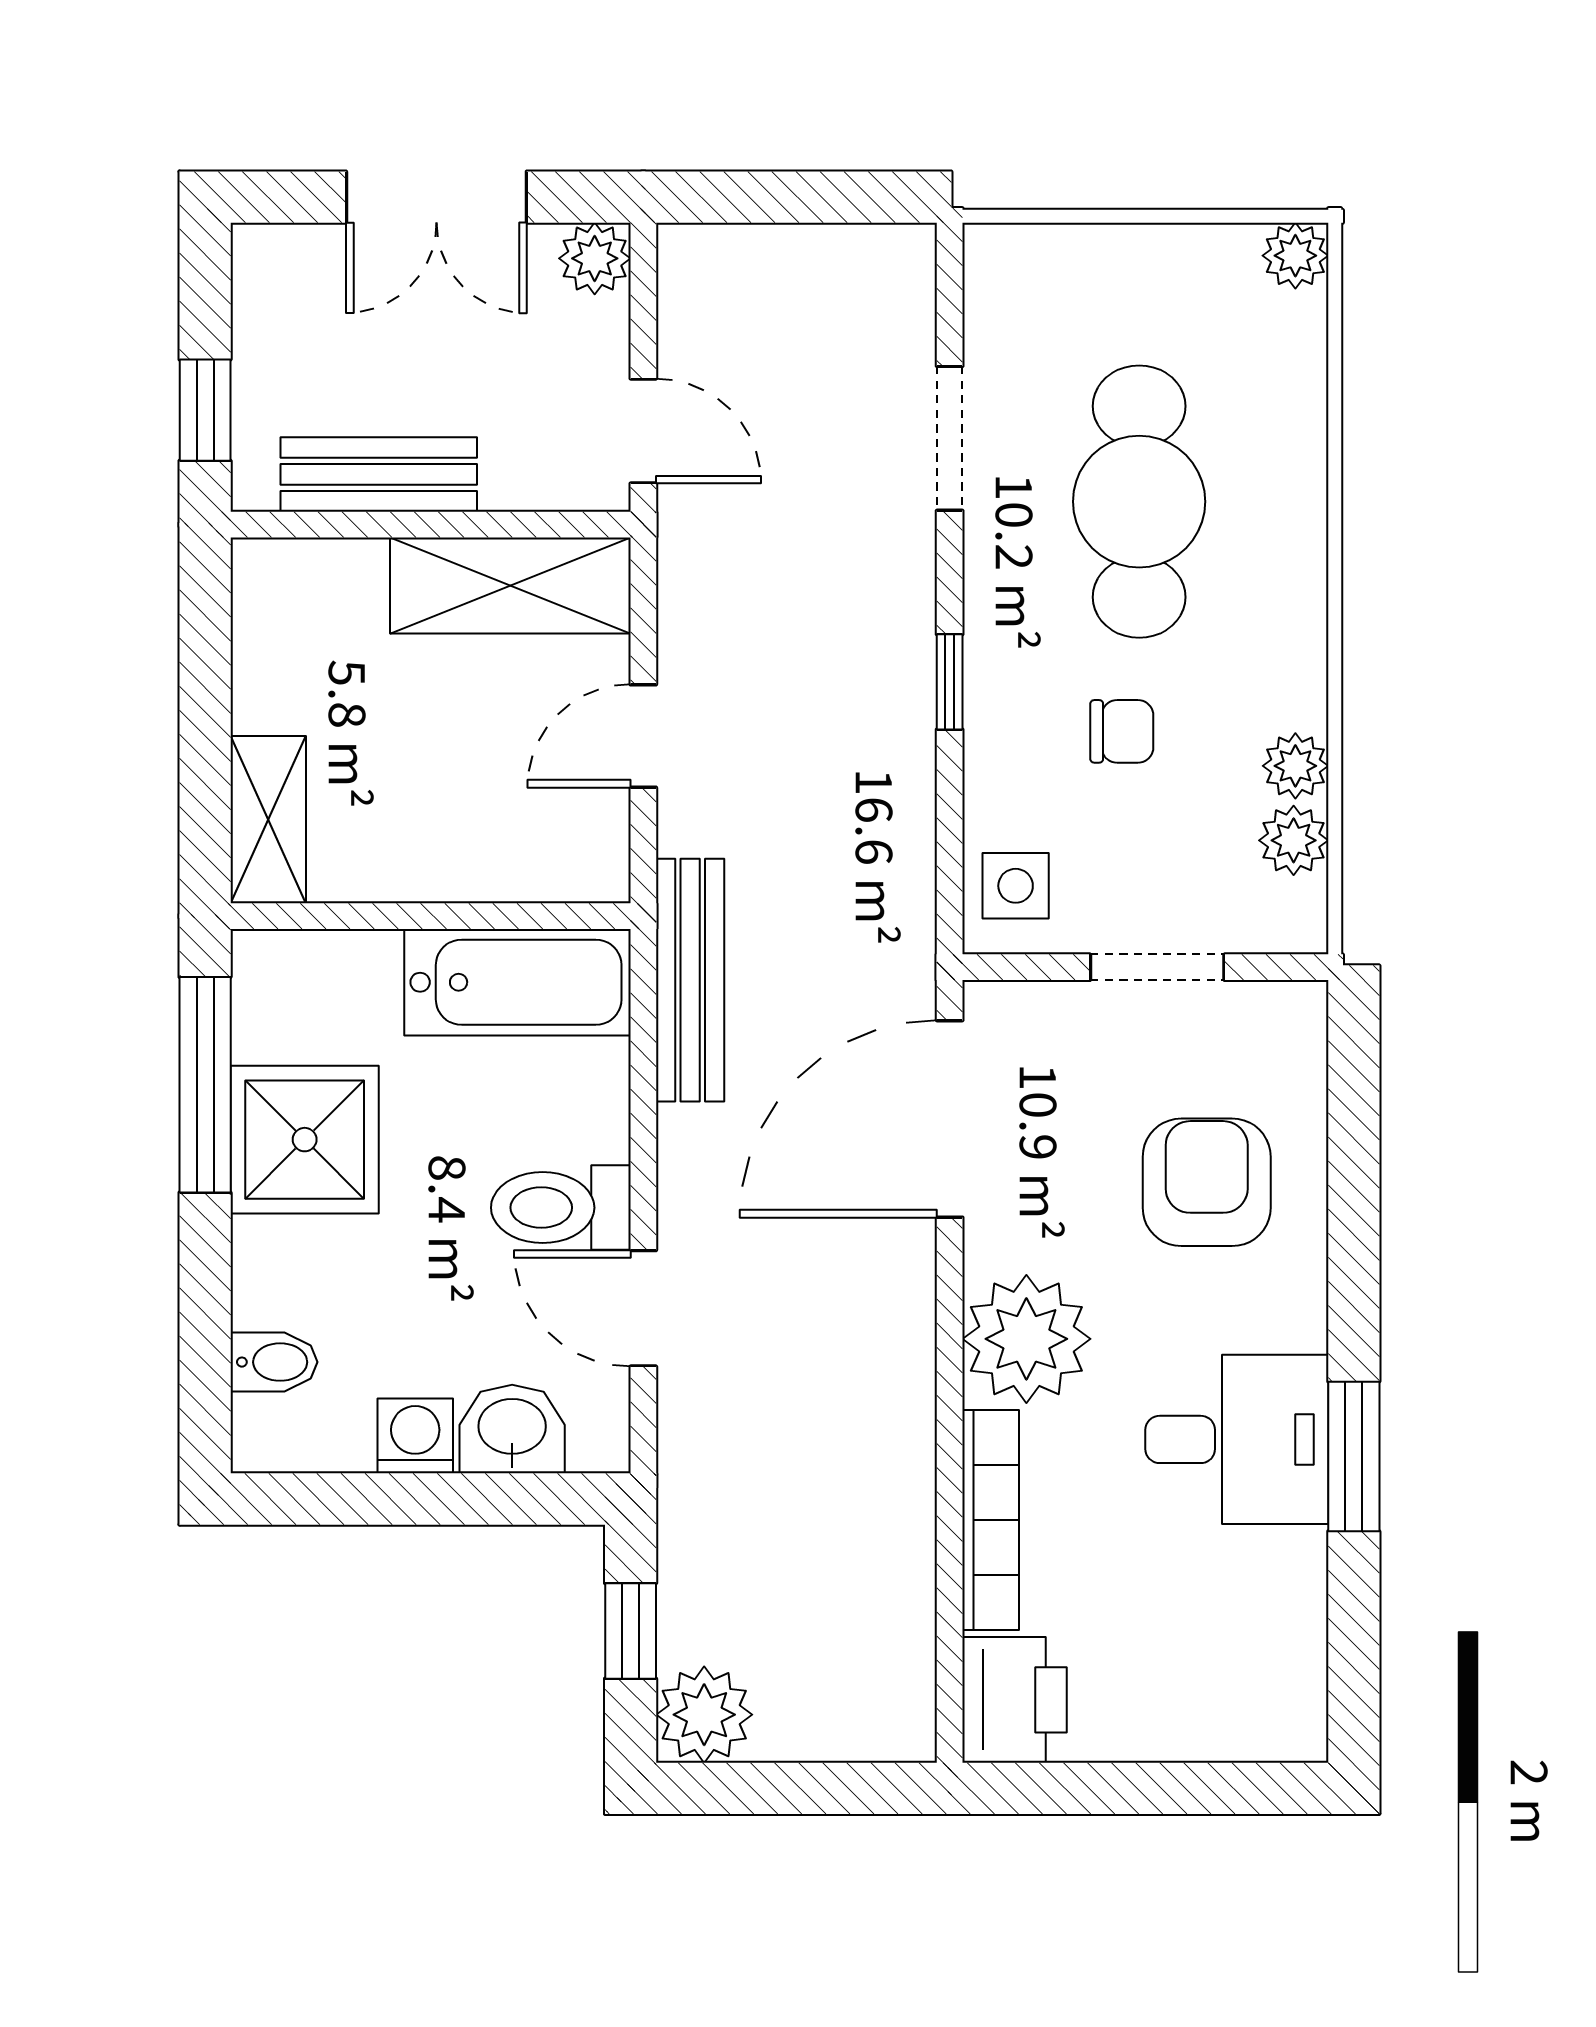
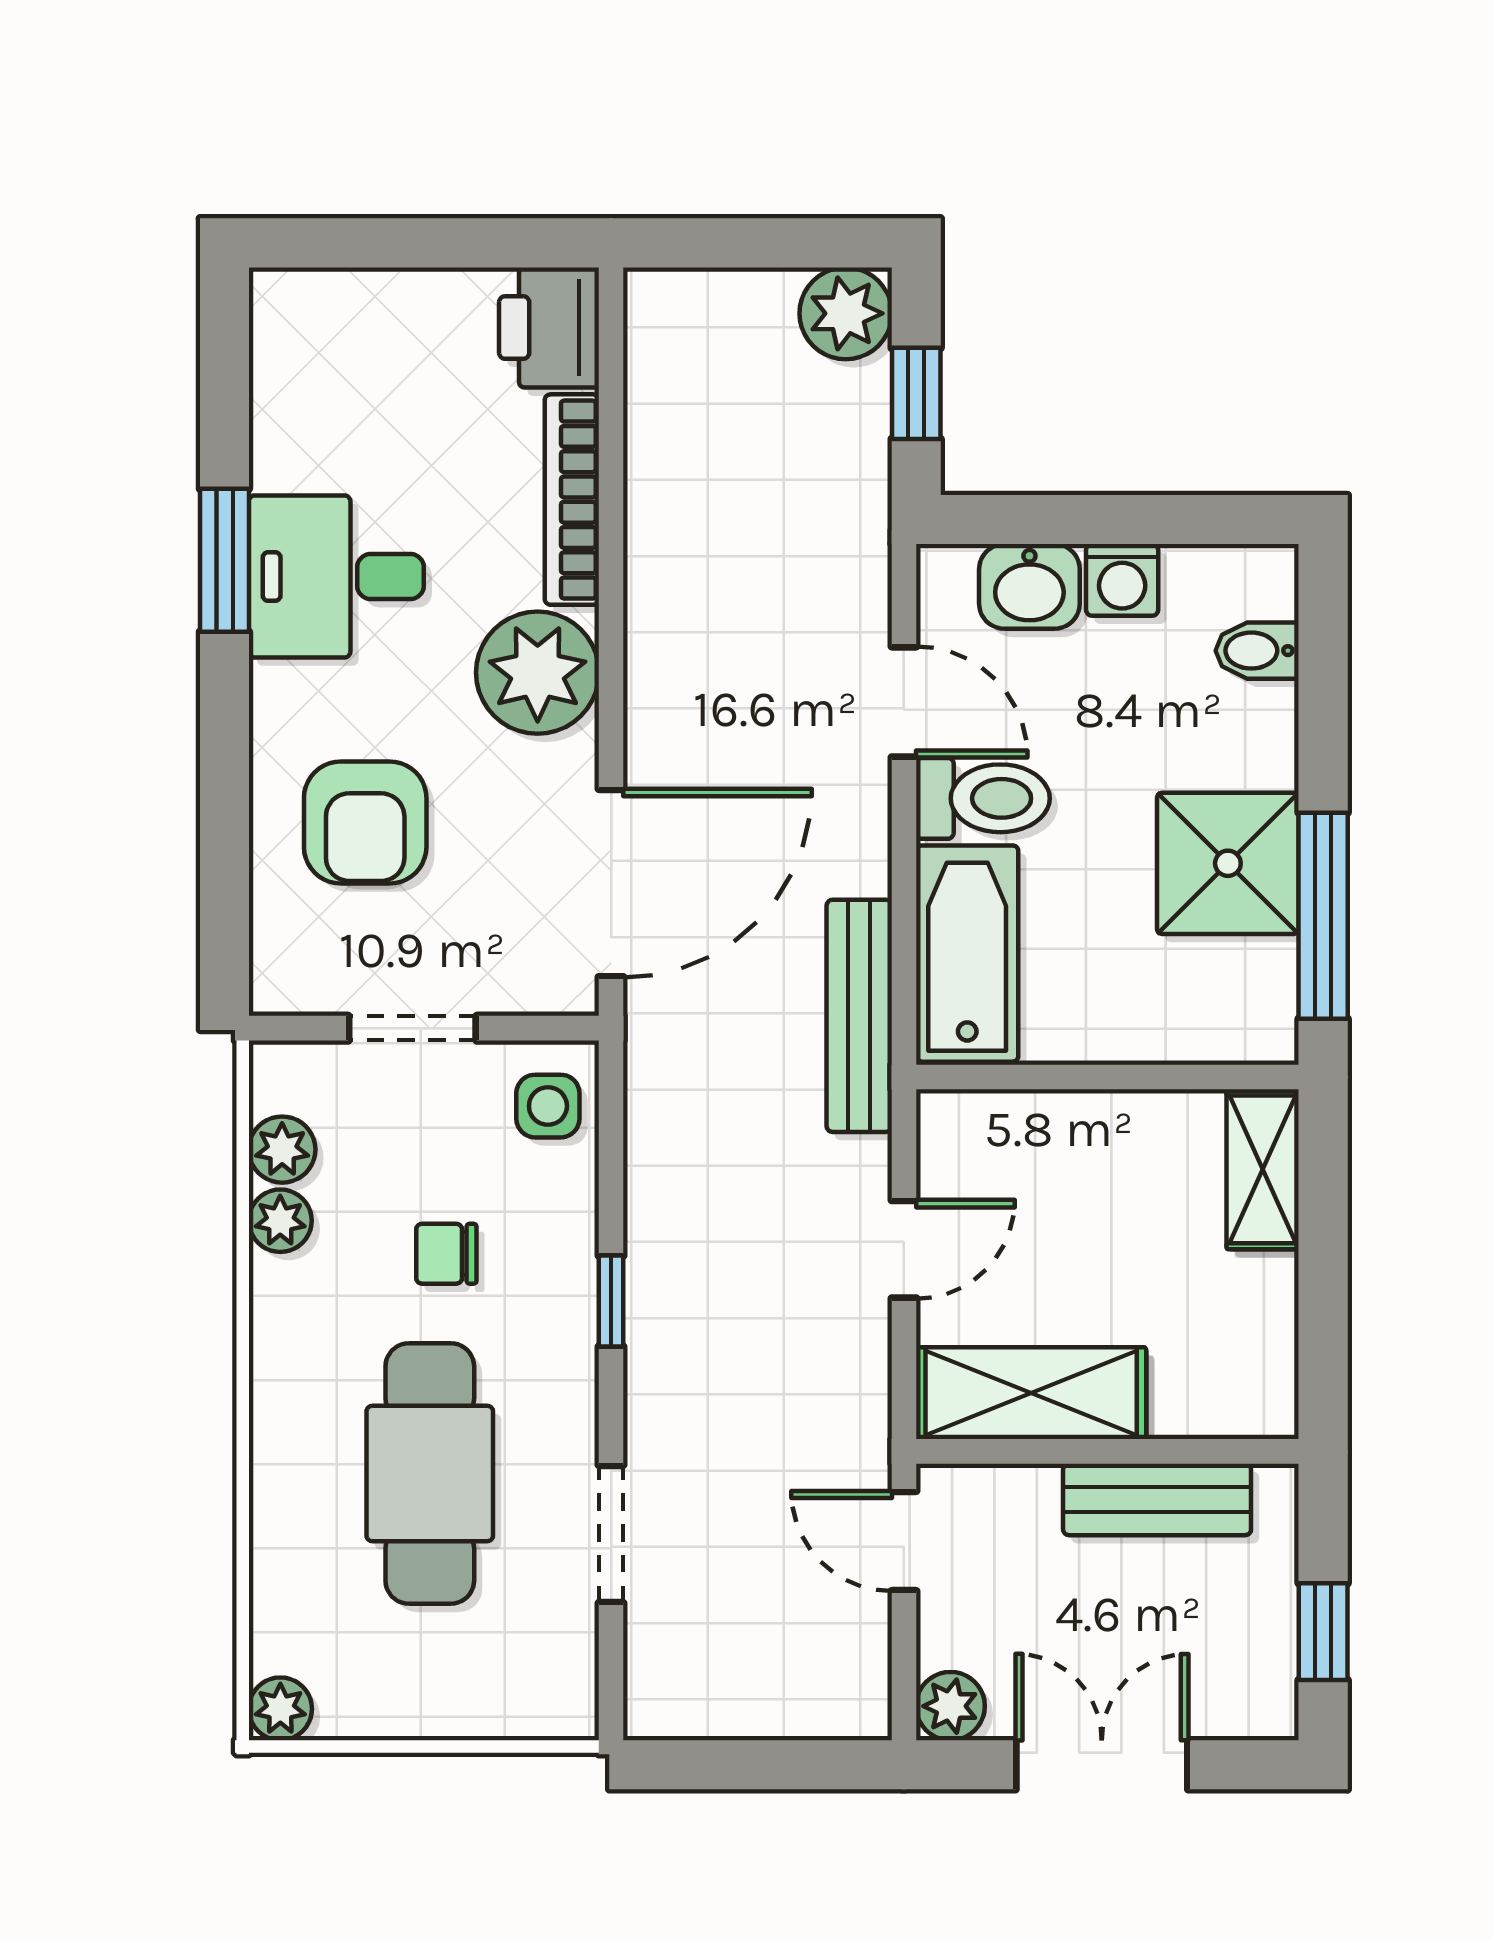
window: (205, 410) -> (1323, 1632), moved
bathtub: (517, 982) -> (967, 954), moved, turned 90

